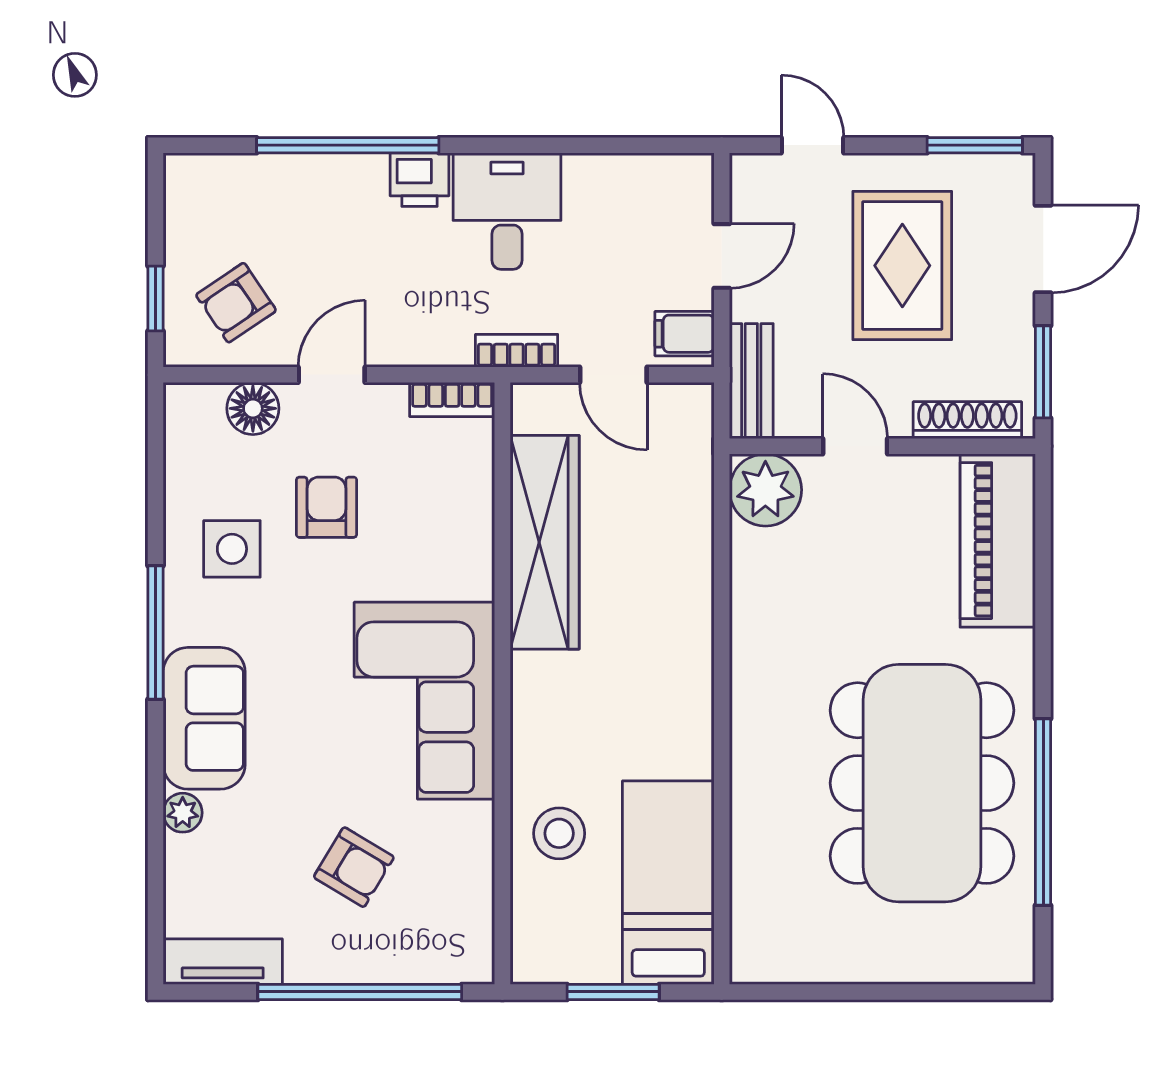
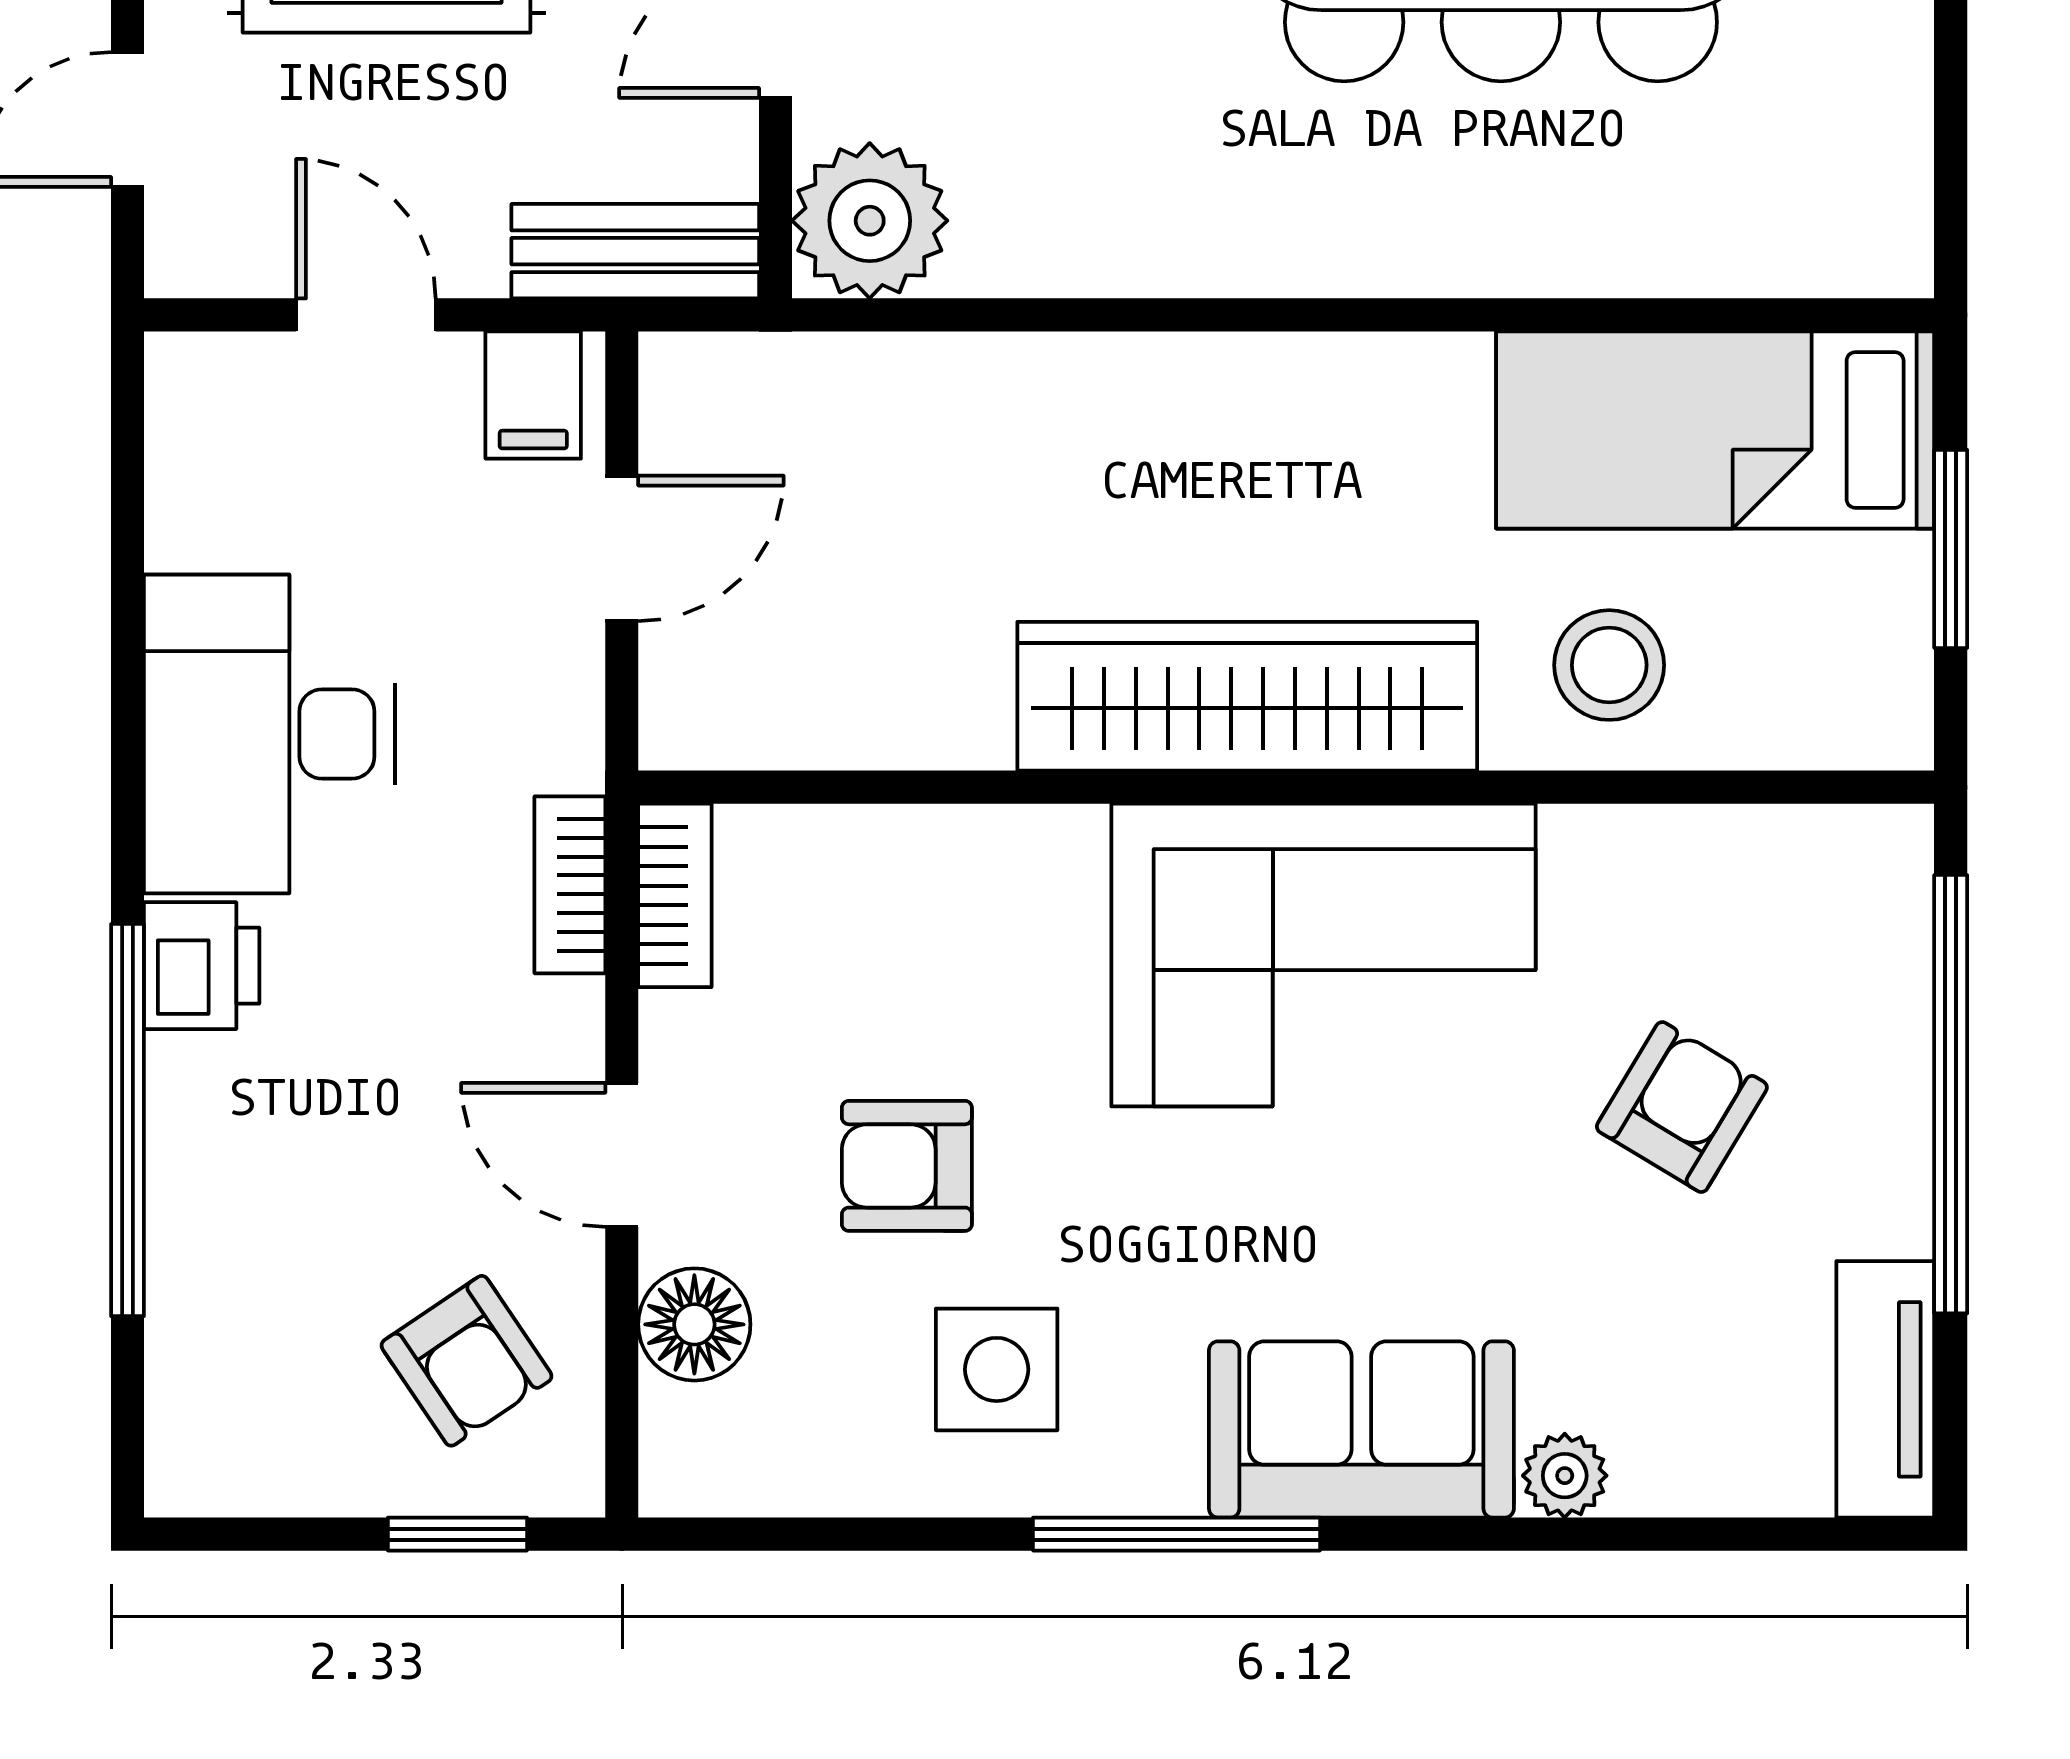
desk: (507, 211) -> (269, 734), width x1.37
bookcase: (517, 351) -> (570, 885), moved
wardrobe: (545, 542) -> (1247, 696), moved

